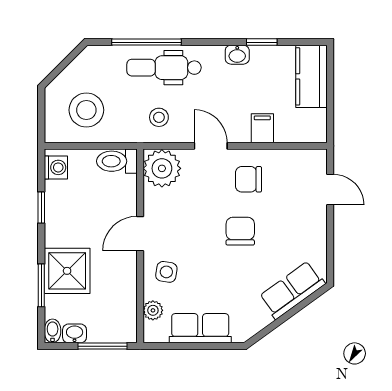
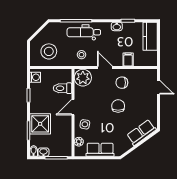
toilet: (117, 161) -> (63, 88), moved

